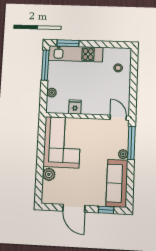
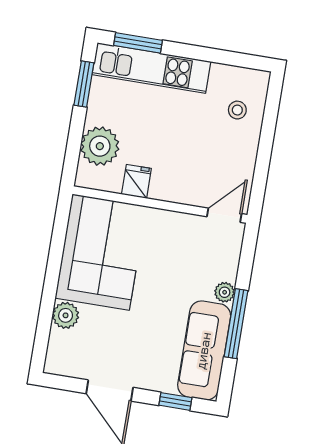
window: (45, 65) -> (84, 84), width x0.69
plant: (52, 93) -> (100, 146), width x1.88, depth x1.88
door: (118, 118) -> (224, 215), hinge flipped
window: (131, 143) -> (236, 324), moved

